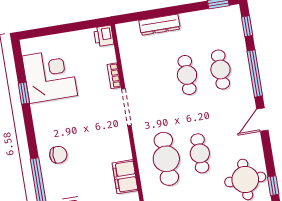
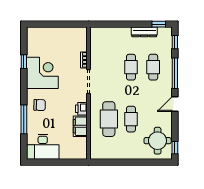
dresser: (160, 25) -> (144, 32), moved
printer: (104, 36) -> (81, 109), moved
corner desk: (50, 76) -> (42, 73), moved

